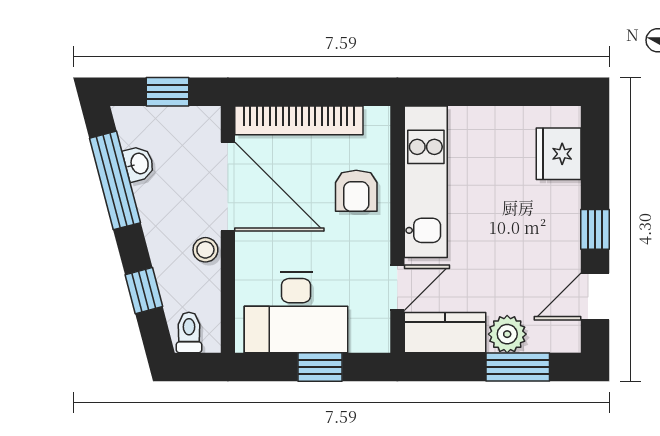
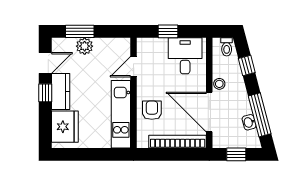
fridge: (559, 154) -> (65, 127), width x1.36, depth x1.34
desk: (296, 313) -> (185, 56), width x0.73
kitchen counter: (445, 333) -> (61, 92), moved, turned -90

